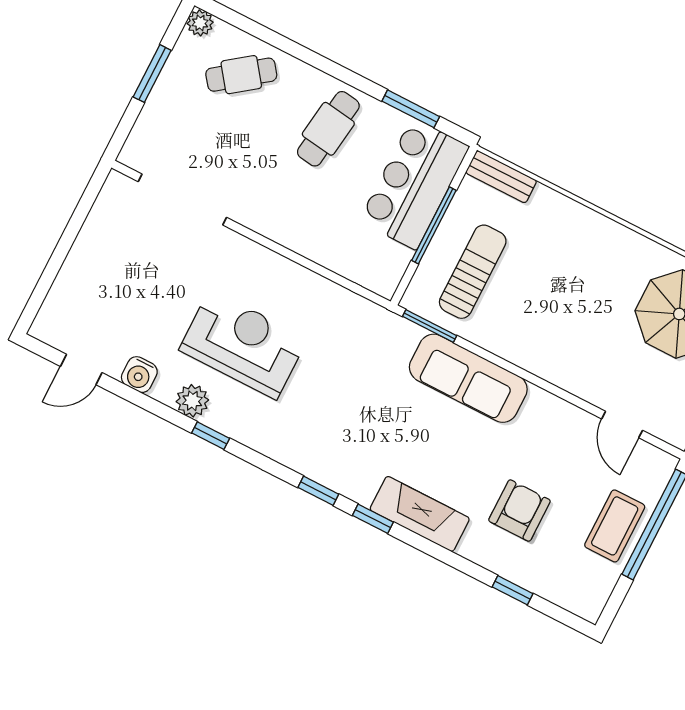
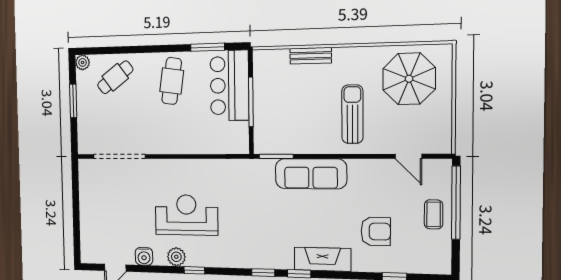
bench: (501, 177) -> (311, 56), moved
sun lounger: (473, 272) -> (352, 114), moved
armchair: (519, 511) -> (376, 231), turned 90
coffee table: (615, 526) -> (434, 214), width x0.73, depth x0.77

